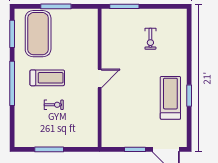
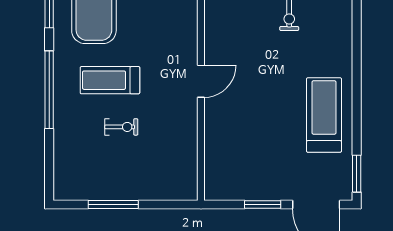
treadmill: (47, 78) -> (110, 80), turned 180
window: (189, 96) -> (357, 174), moved

